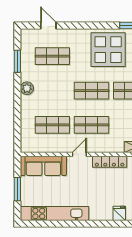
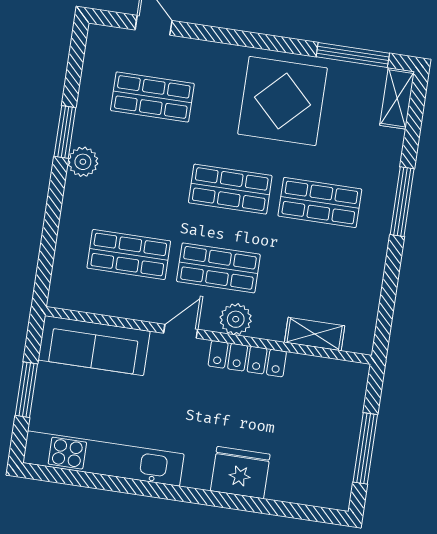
window: (17, 61) -> (65, 132), moved
plant: (102, 146) -> (236, 319), added
fridge: (119, 213) -> (240, 473), width x1.88, depth x1.34

